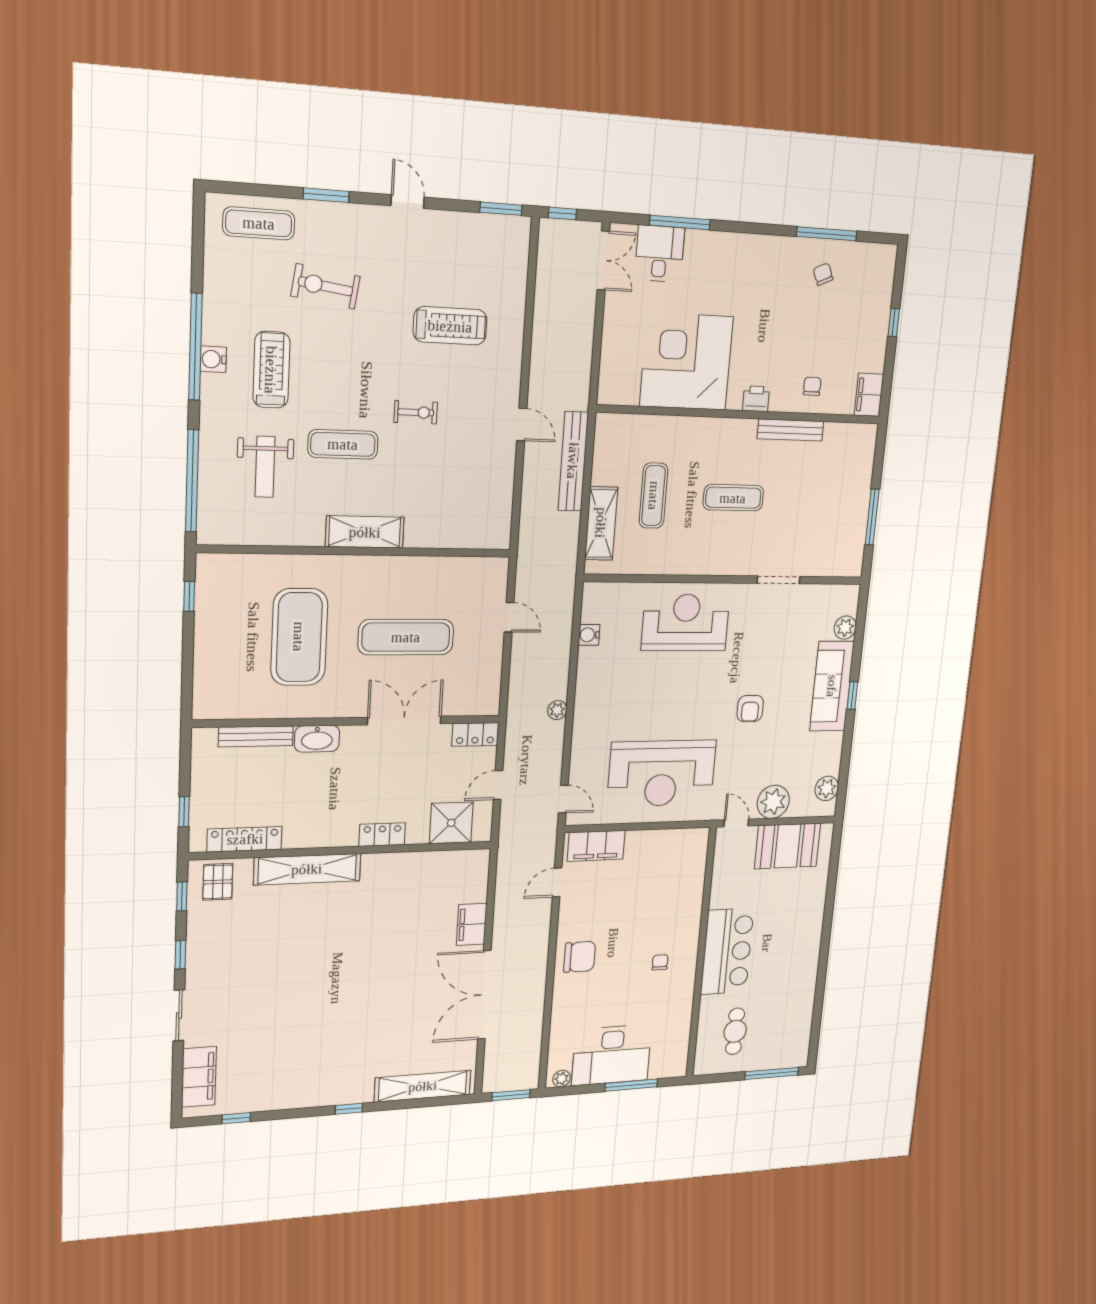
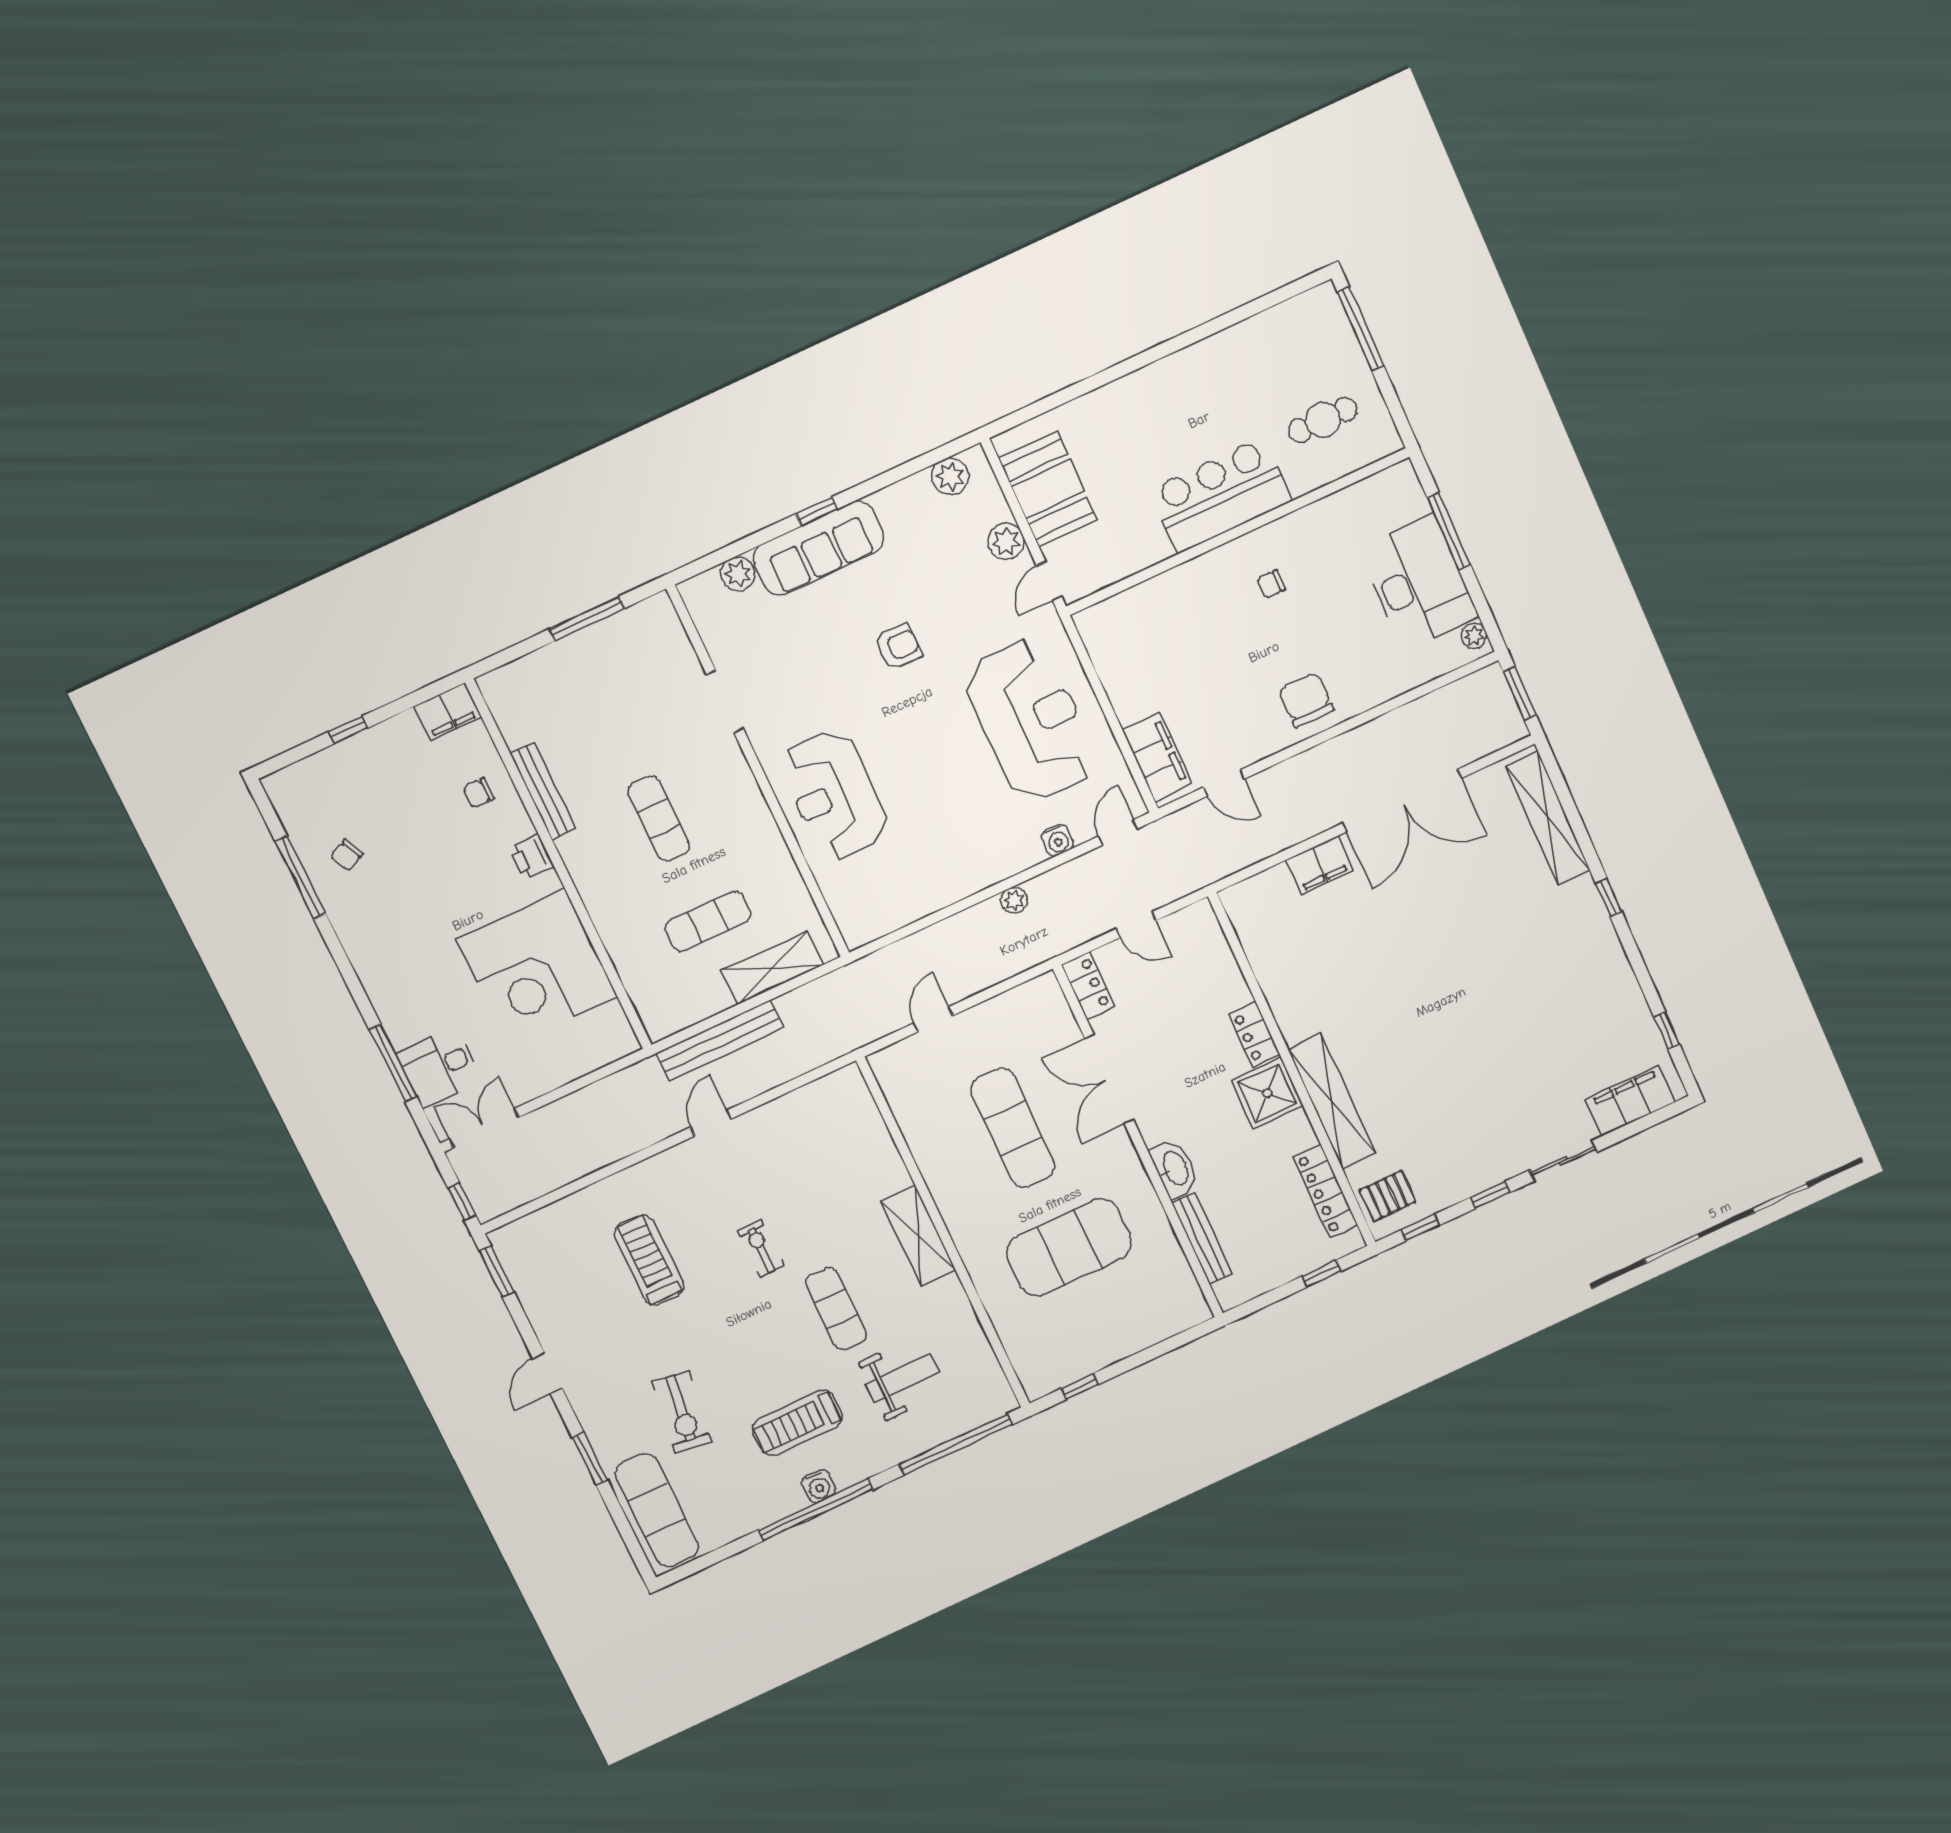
exercise mat: (259, 223) -> (657, 1510), width x1.36, depth x1.45
water cooler: (589, 635) -> (1058, 840), moved
plant: (773, 802) -> (1006, 541), width x0.73, depth x0.73
shower: (451, 823) -> (1267, 1093), moved

